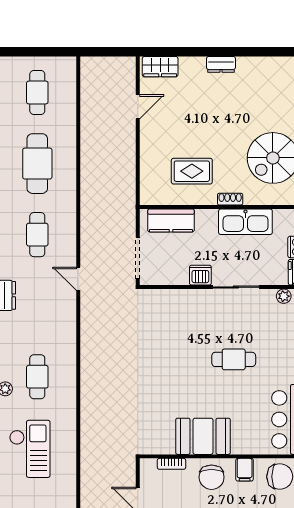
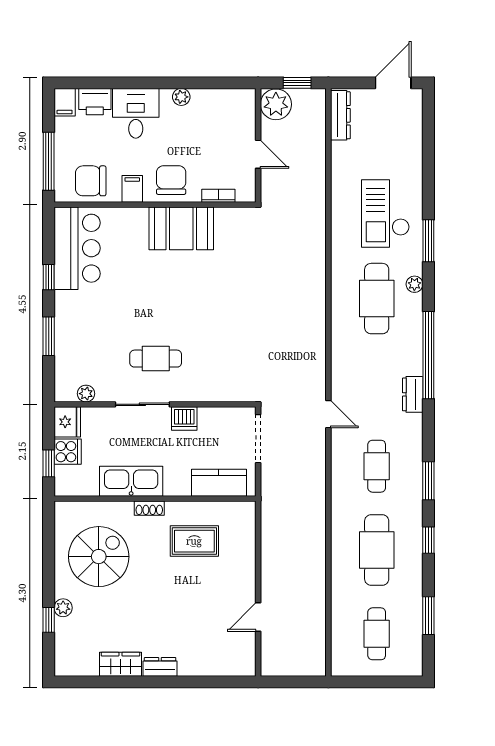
wardrobe: (160, 67) -> (120, 664), moved
cafe table: (234, 359) -> (156, 359), moved
cafe table: (37, 377) -> (377, 299), width x1.37, depth x1.35

